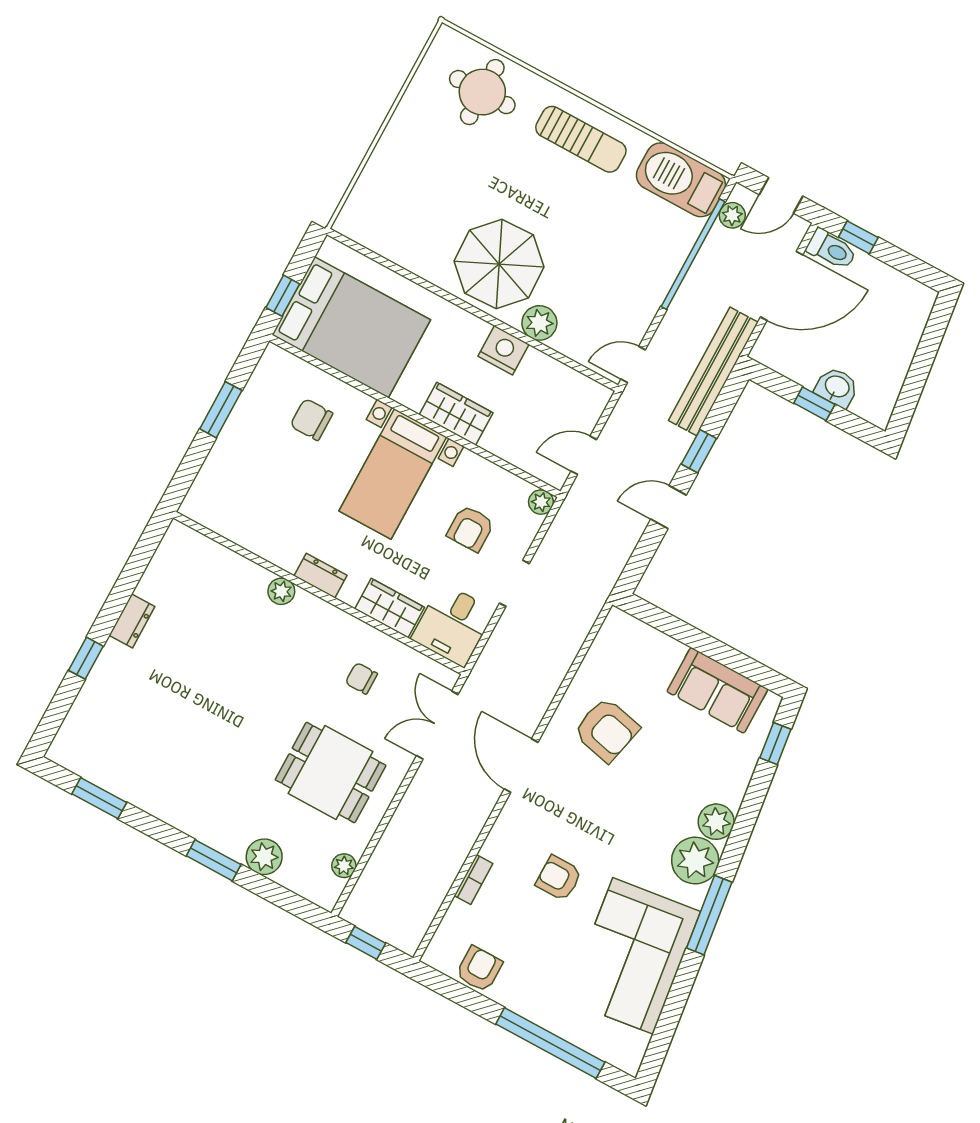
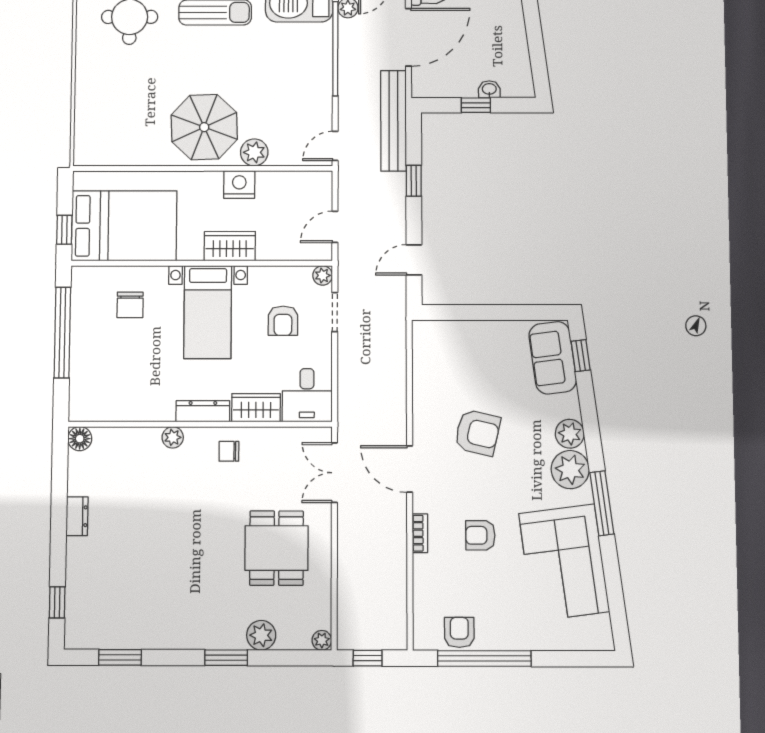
washbasin: (837, 387) -> (489, 89), width x0.72, depth x0.69
window: (221, 410) -> (62, 332), width x2.11
chair: (311, 419) -> (130, 305), turned -90
door: (669, 507) -> (414, 260), moved
floor lamp: (179, 538) -> (80, 439), added
dresser: (321, 576) -> (203, 411), width x1.44
doorway: (514, 583) -> (335, 312), moved
window: (86, 658) -> (57, 602), moved
chair: (361, 678) -> (229, 451), moved
sofa: (717, 690) -> (553, 358), moved, turned 83
armchair: (606, 730) -> (477, 433), moved
dining table: (331, 773) -> (276, 548), turned 90
plant: (344, 866) -> (322, 640), moved
bookcase: (473, 880) -> (420, 533), moved
window: (550, 1043) -> (484, 658), moved

